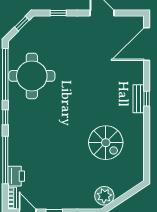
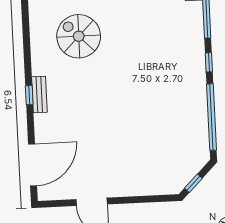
window: (58, 13) -> (148, 199), removed
round table: (32, 76) -> (177, 117), removed

